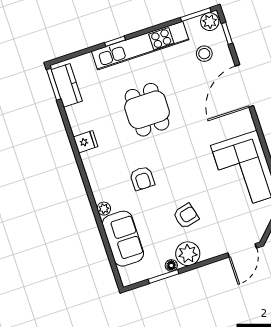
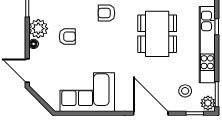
dining table: (147, 110) -> (157, 34), width x1.37
armchair: (186, 216) -> (67, 37), turned -76
floor lamp: (171, 265) -> (34, 44), moved

